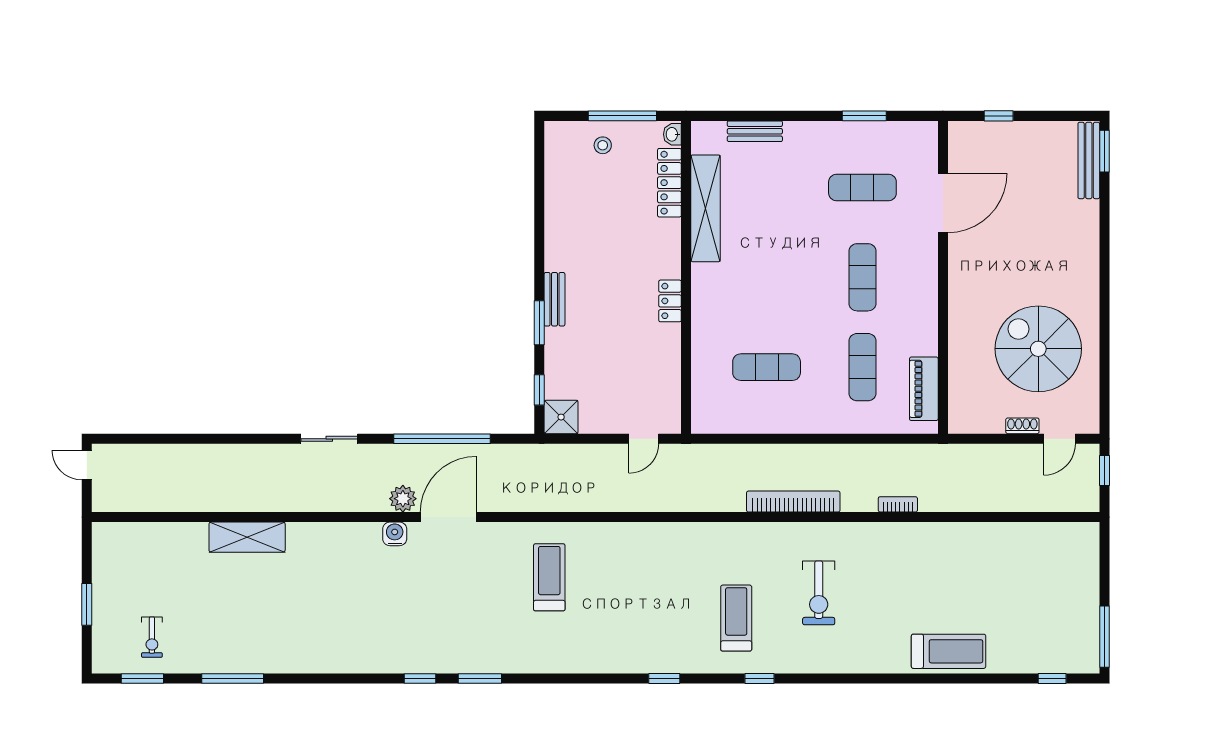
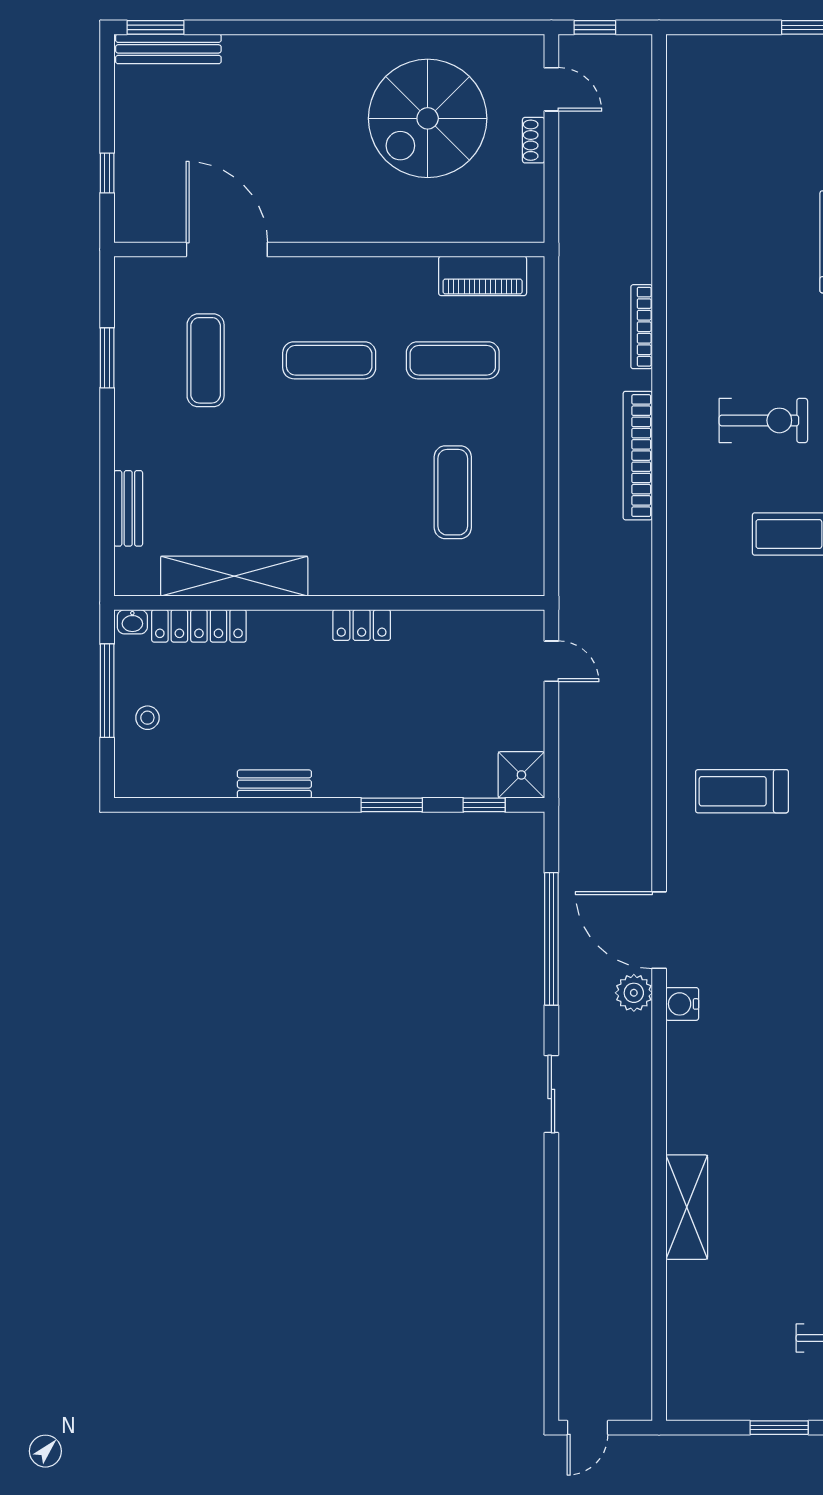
bench: (554, 299) -> (274, 784), moved
bookcase: (898, 504) -> (642, 327), width x1.56

